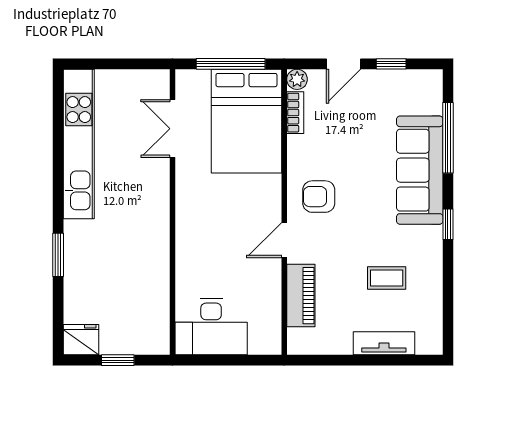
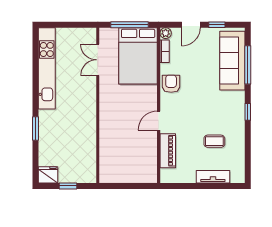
sofa: (420, 170) -> (232, 61), moved
armchair: (319, 197) -> (171, 84), moved, turned 90
desk: (211, 327) -> (119, 168), removed

